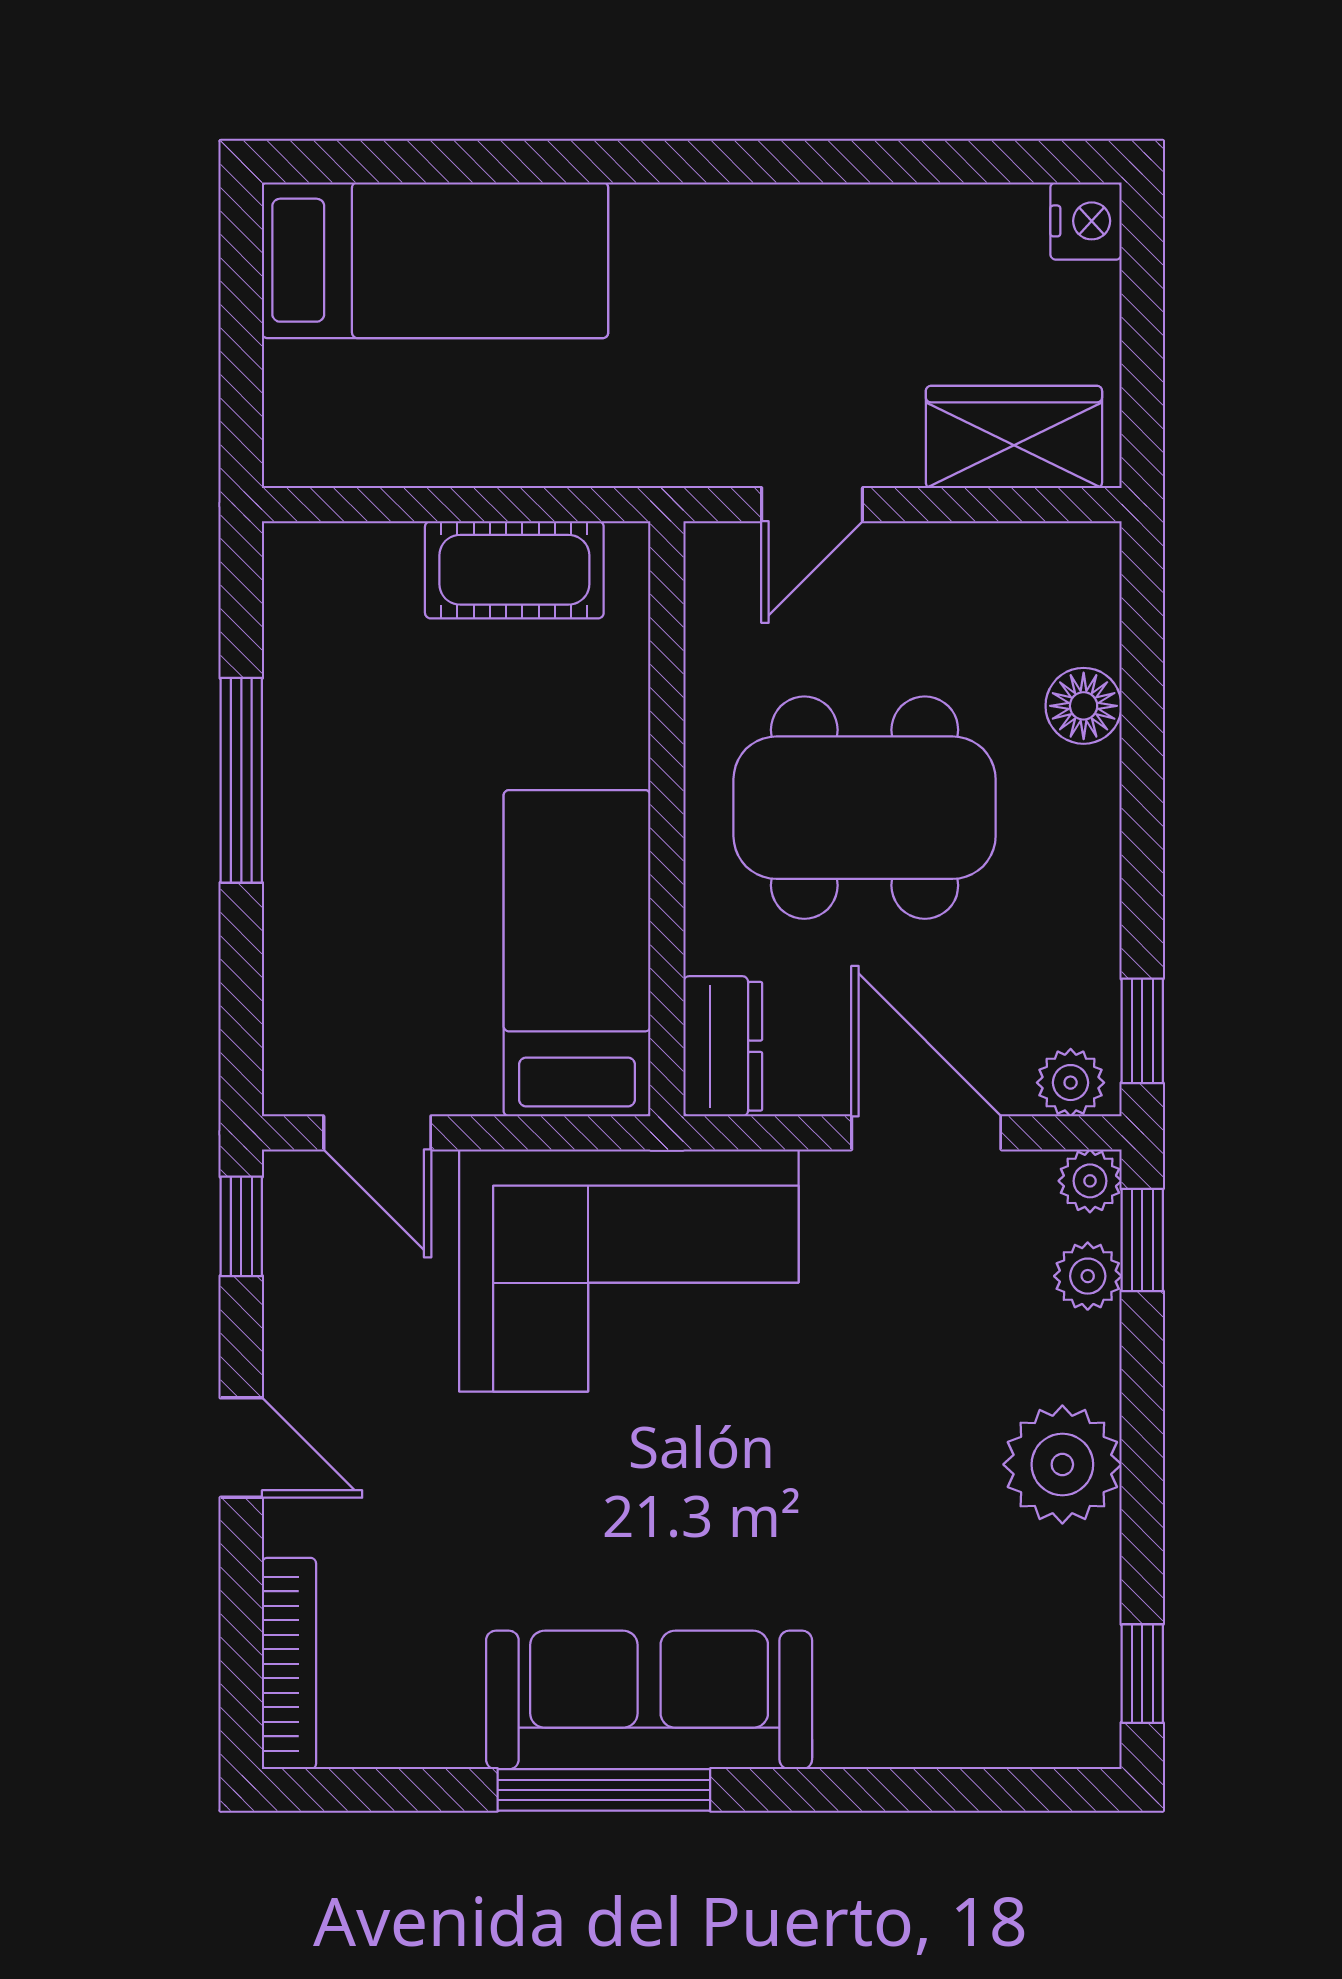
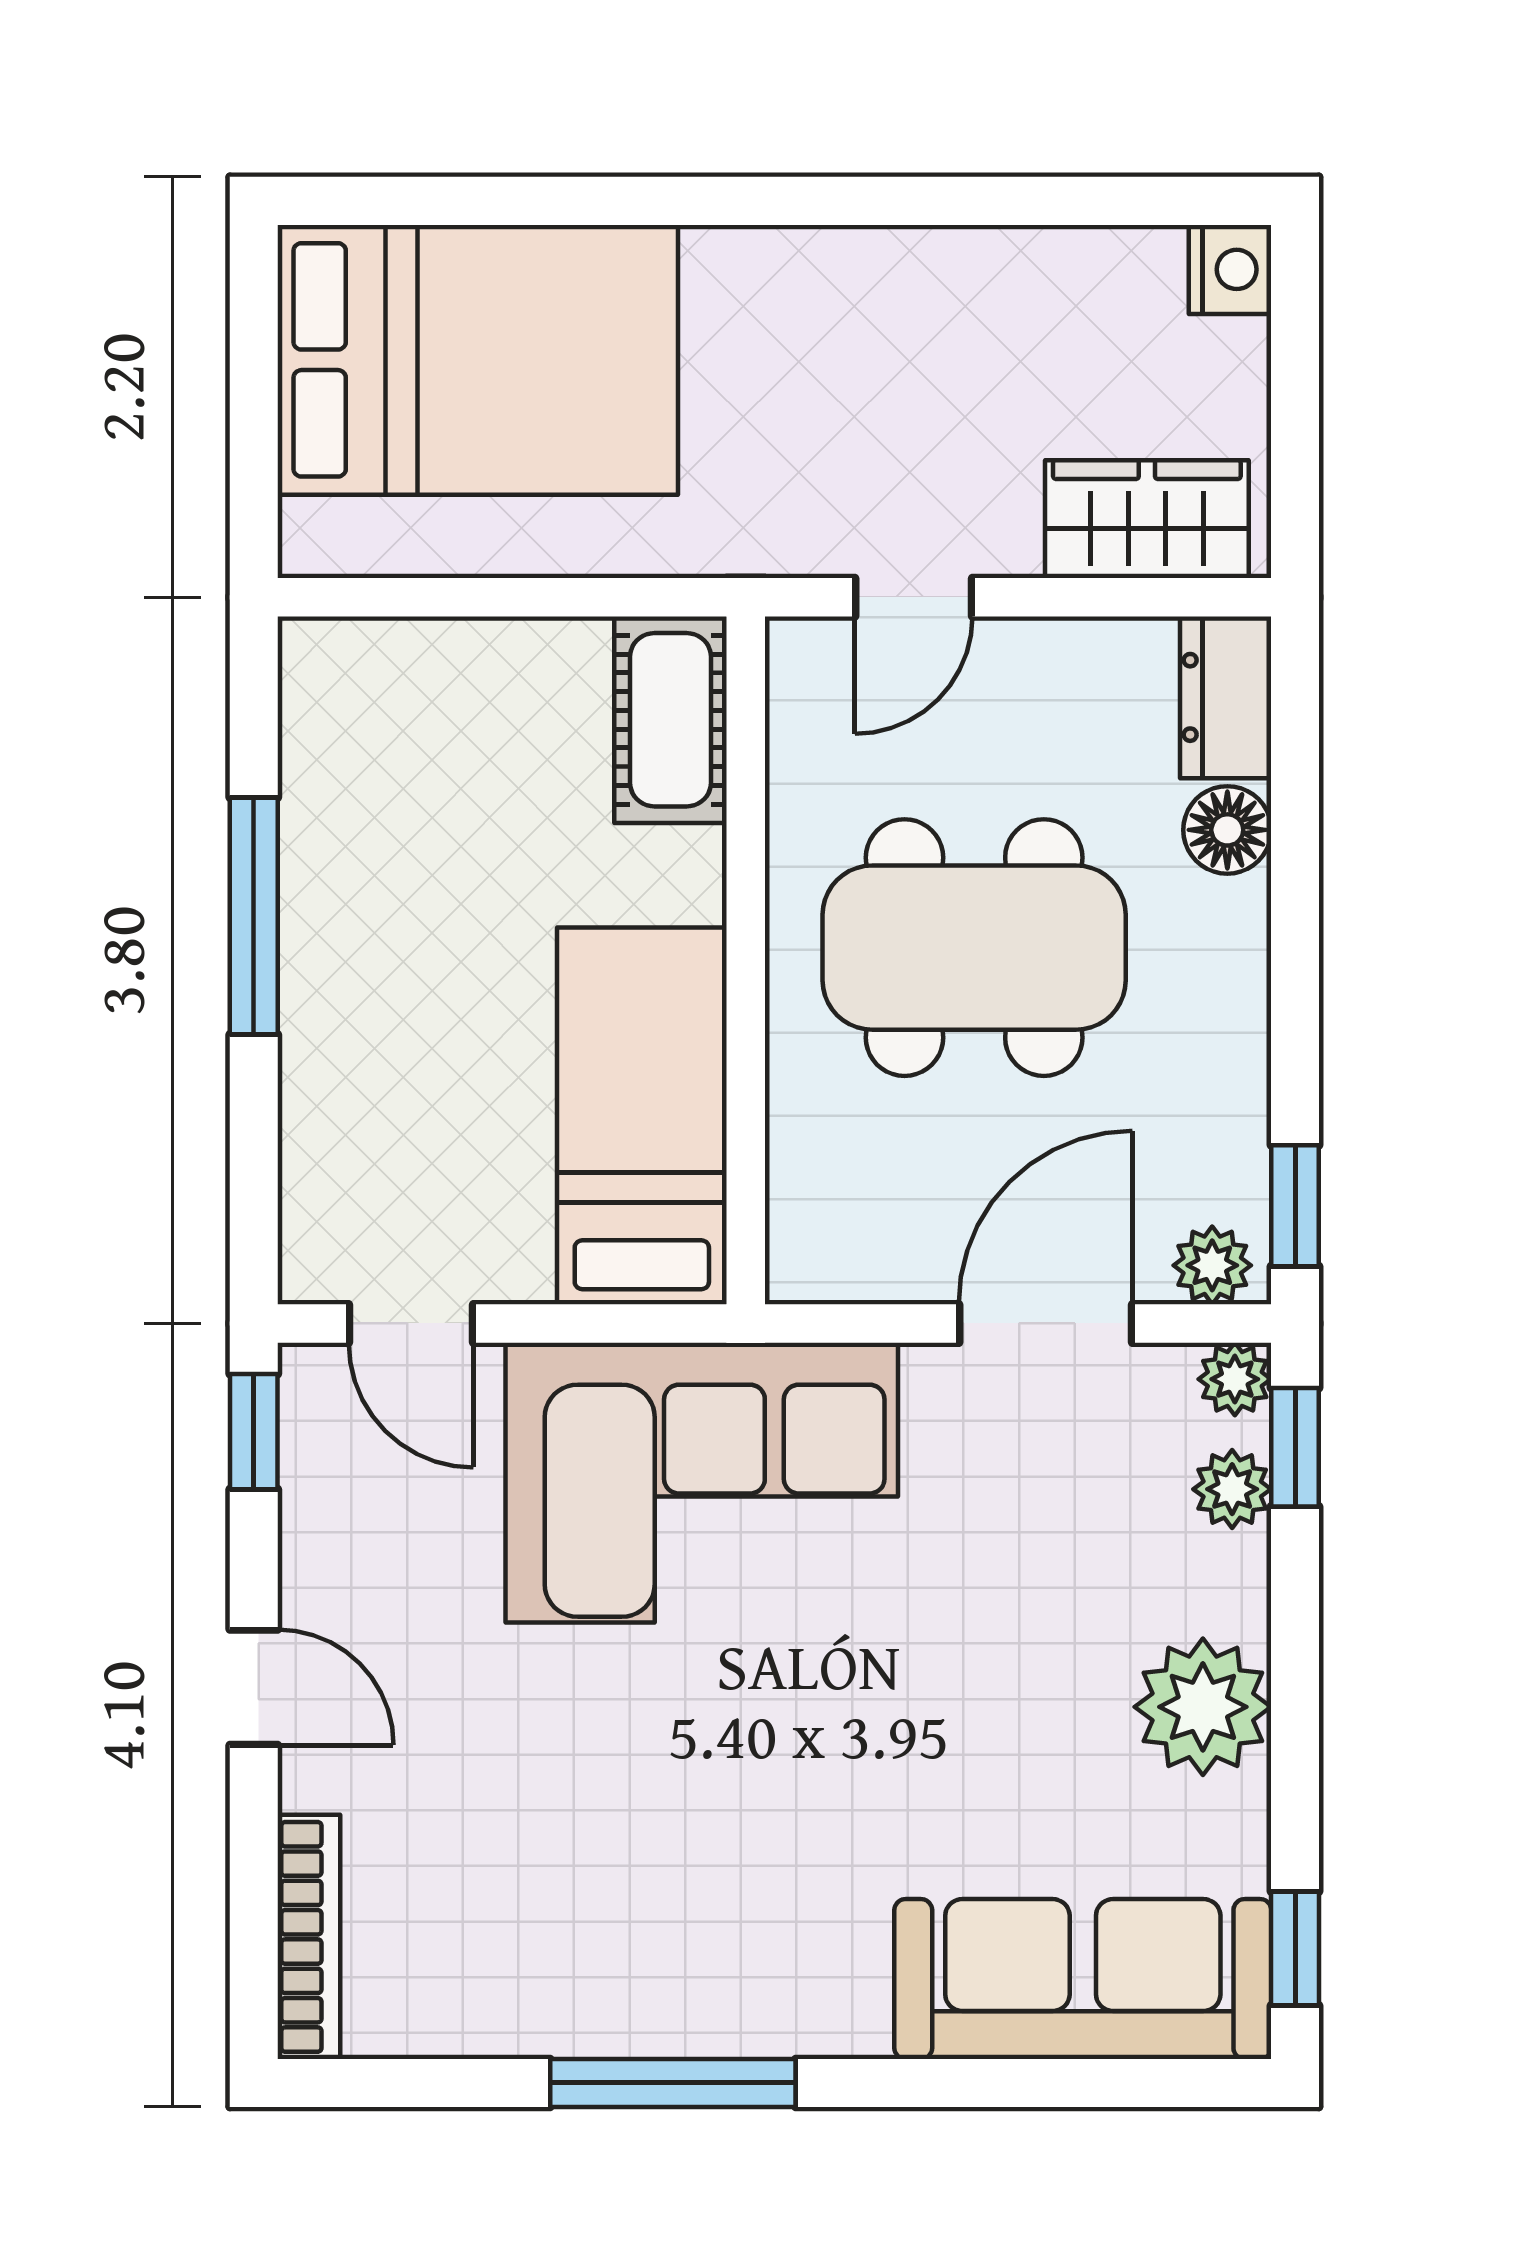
bed: (435, 260) -> (478, 360), width x1.50
cot: (514, 570) -> (670, 720), moved, turned 90
dresser: (723, 1046) -> (1226, 697), moved, turned 180
door: (926, 1133) -> (1046, 1323), hinge flipped
sofa: (649, 1700) -> (1083, 1979), moved

